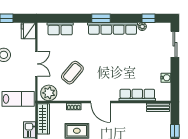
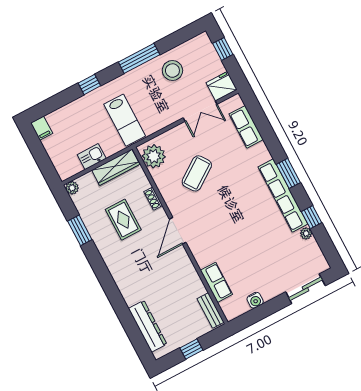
window: (149, 18) -> (311, 217), moved
double door: (36, 64) -> (200, 111), moved
coffee table: (72, 73) -> (197, 173), turned -75
row of seats: (137, 95) -> (216, 282), width x0.68

